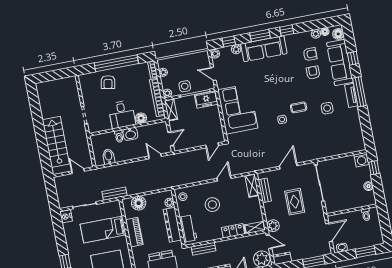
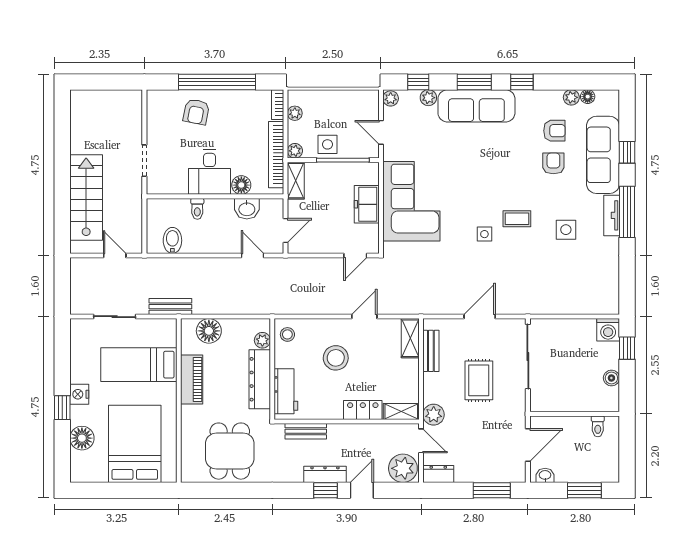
floor lamp: (338, 34) -> (610, 105), removed
freezer: (206, 99) -> (367, 204), moved, turned 90
washbasin: (130, 134) -> (247, 209), moved
nightstand: (66, 216) -> (79, 394), moved

